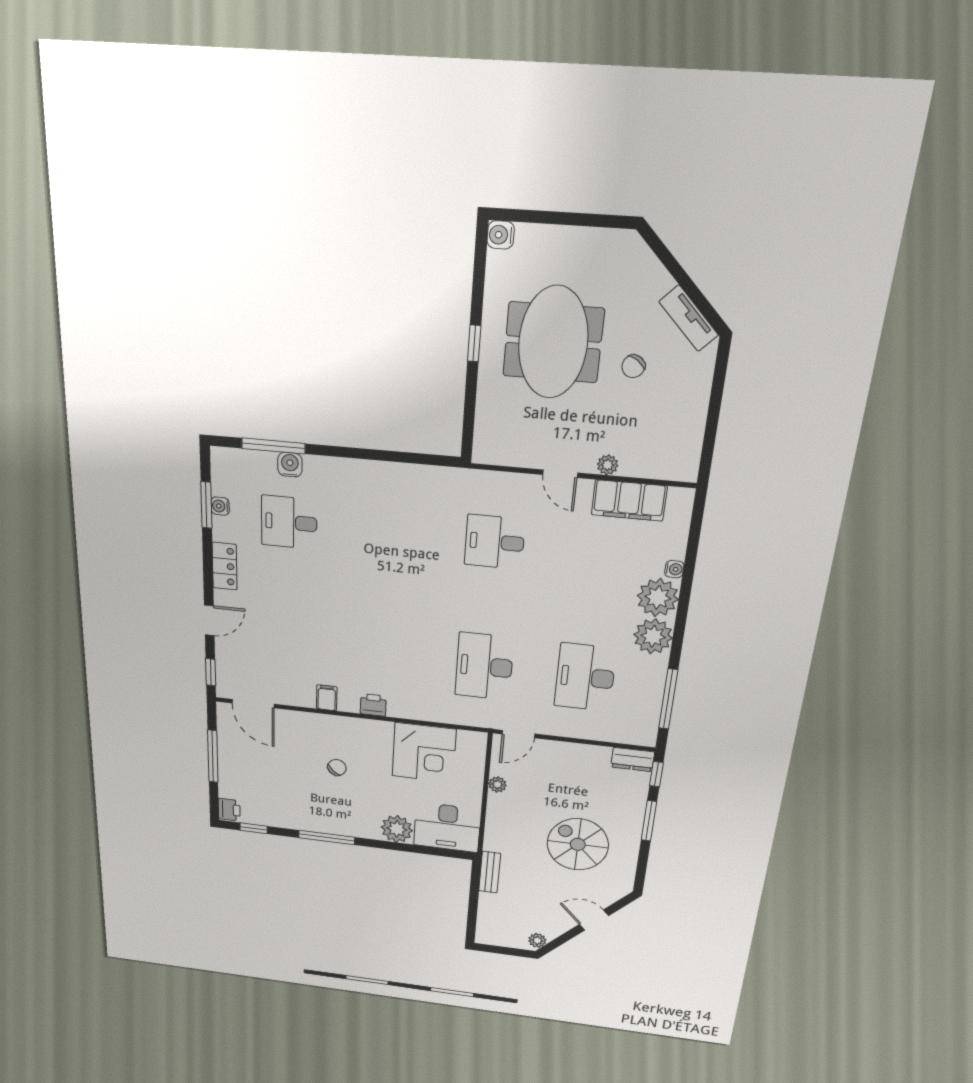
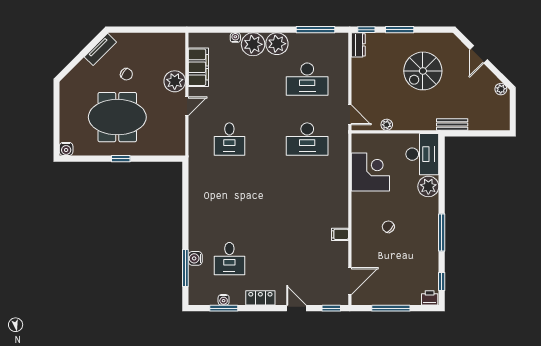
plant: (608, 465) -> (175, 81), width x1.87, depth x1.87
printer: (373, 705) -> (341, 205), removed

